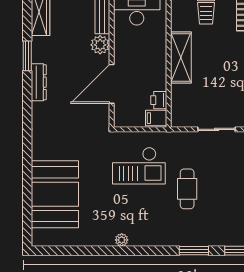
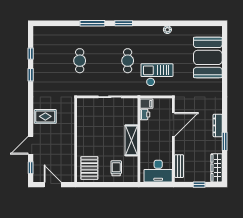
plant: (100, 45) -> (180, 148), removed

